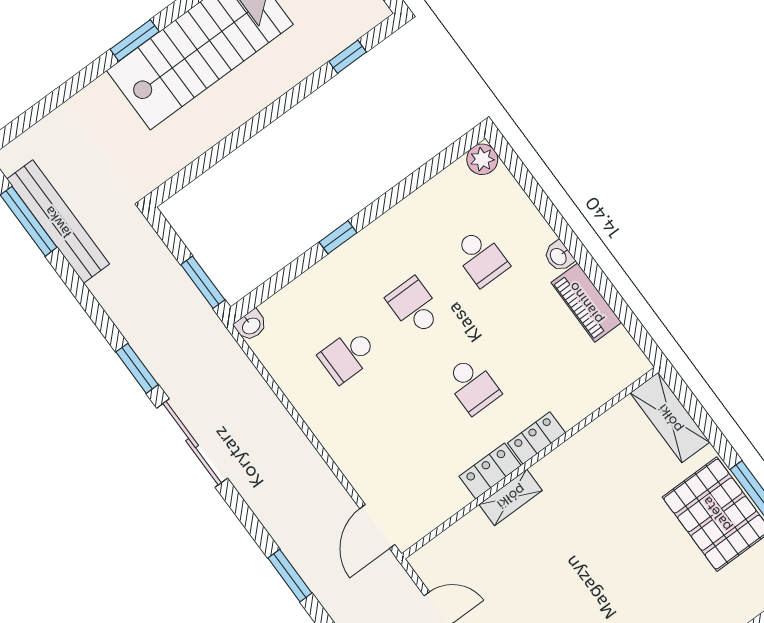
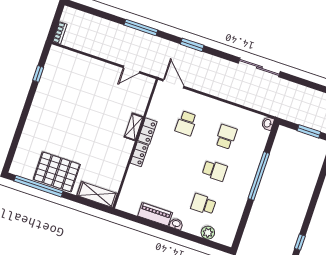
plant: (482, 159) -> (208, 233), moved
window: (338, 237) -> (259, 176), width x3.17
window: (203, 282) -> (309, 131), moved
window: (137, 368) -> (297, 80), removed
school desk: (472, 385) -> (186, 123), moved, turned -90

